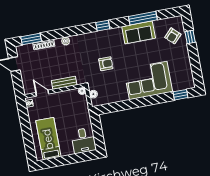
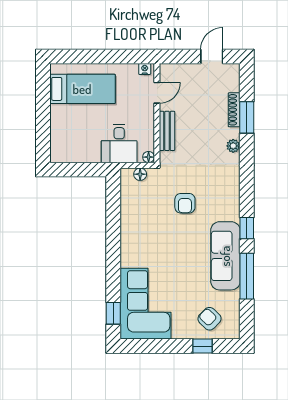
window: (103, 26) -> (247, 228), moved
sofa: (139, 32) -> (225, 256), width x1.36
window: (31, 39) -> (247, 117), moved
corner sofa: (148, 81) -> (145, 304), moved
desk: (83, 140) -> (119, 144), moved, turned -90

